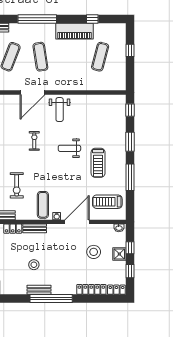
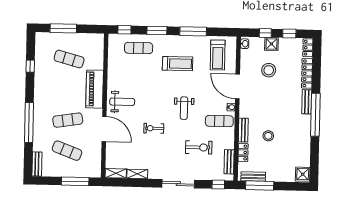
piano: (74, 31) -> (95, 89), moved, turned 180
window: (130, 50) -> (63, 28), width x2.17
exercise mat: (112, 124) -> (139, 48), added
weight bench: (69, 148) -> (184, 108), moved
stool: (34, 265) -> (268, 136), moved
bench: (39, 290) -> (307, 102), moved

